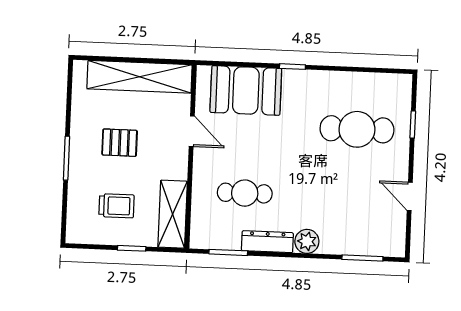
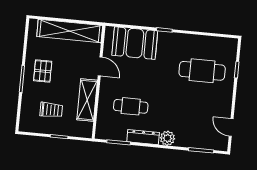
pallet: (120, 143) -> (43, 71), moved, turned 90
door: (410, 196) -> (231, 128), moved
shelving: (173, 214) -> (87, 100), moved

